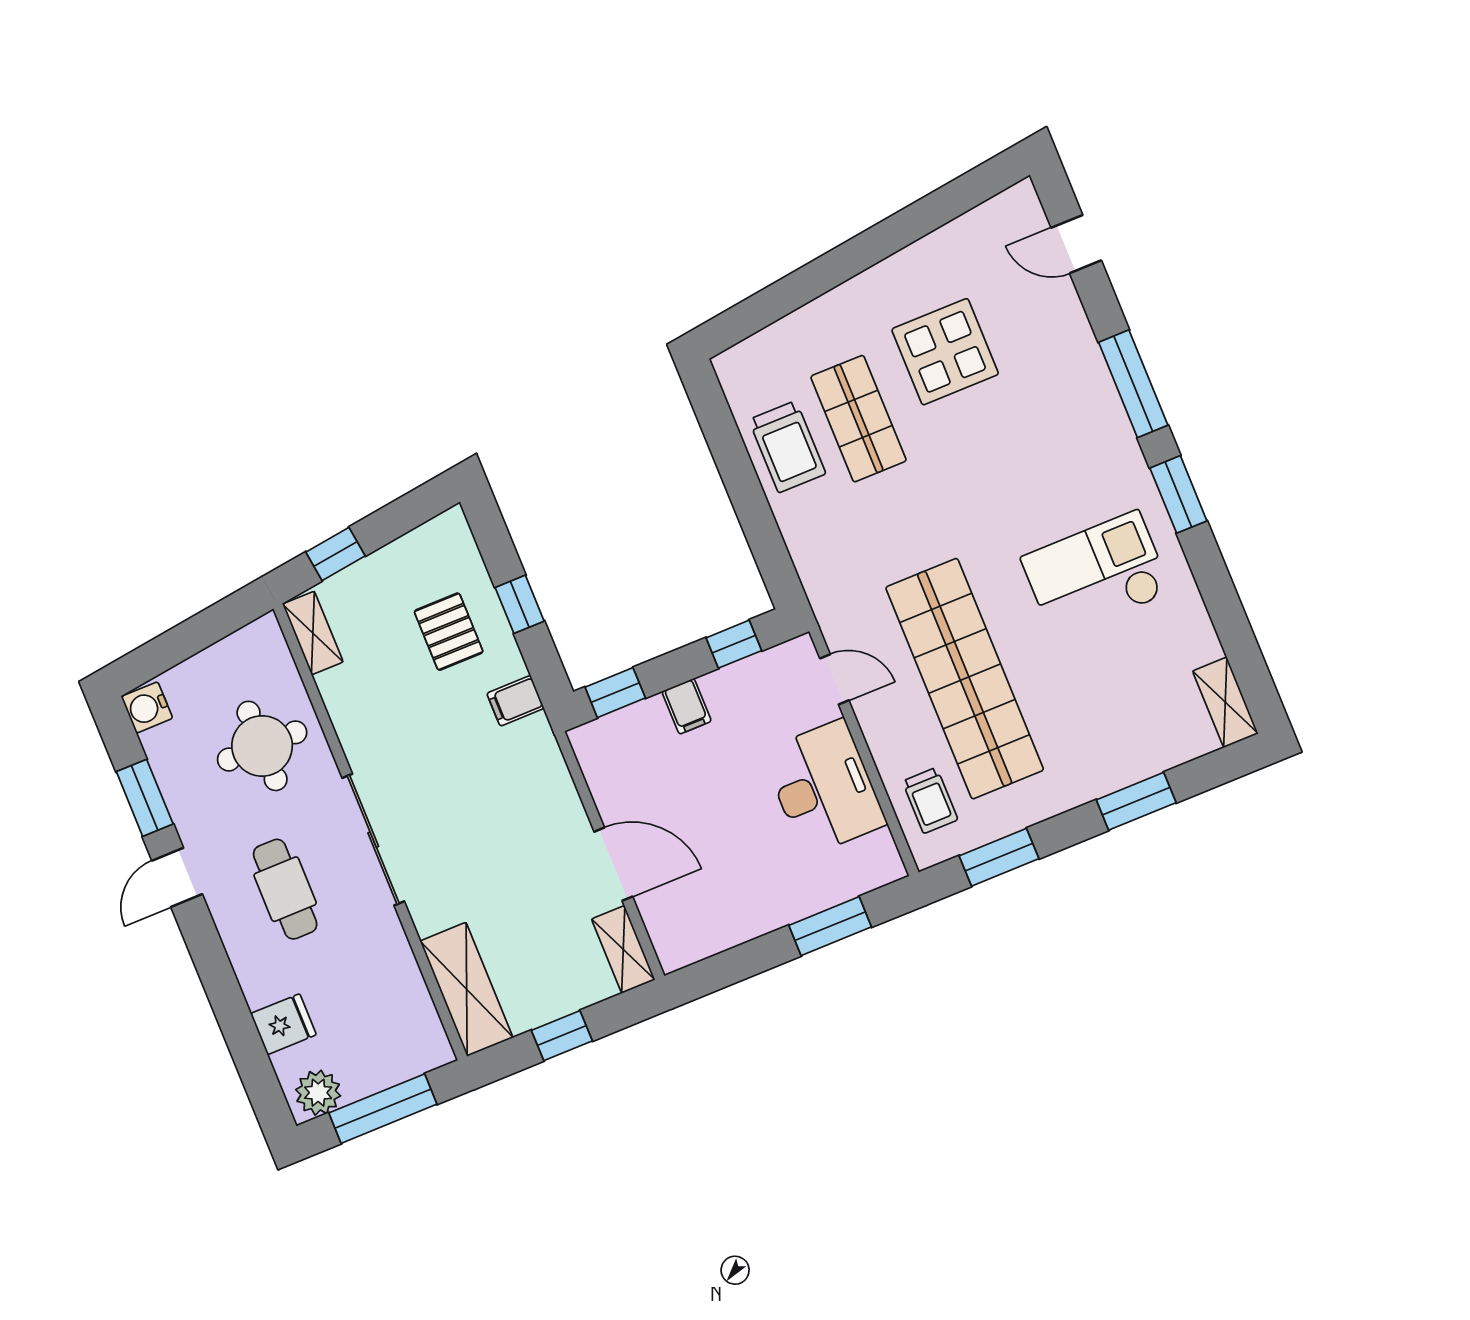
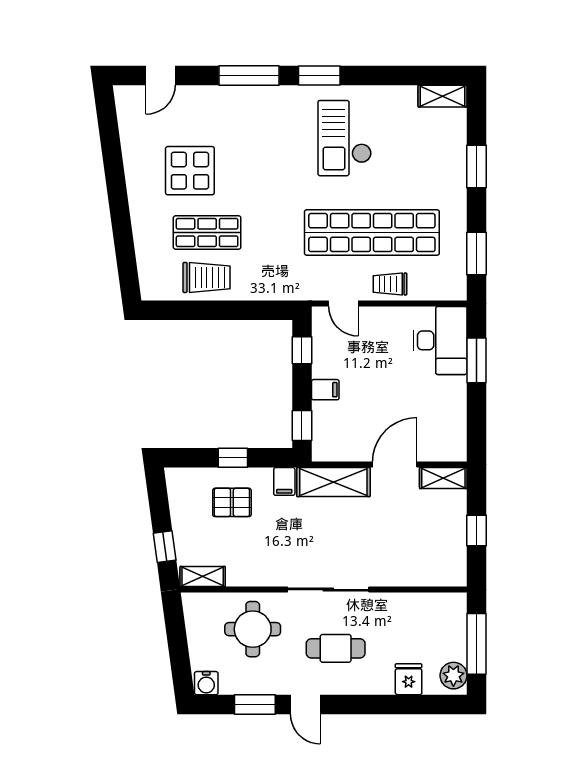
door: (834, 679) -> (343, 303), swing flipped
desk: (824, 788) -> (440, 340), moved, turned 90
trolley: (930, 800) -> (390, 284), moved, turned 180
shelving: (467, 989) -> (333, 482), moved

